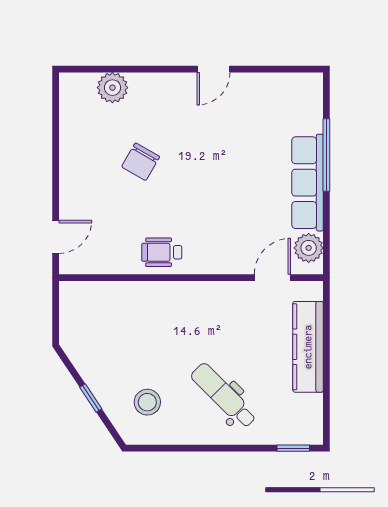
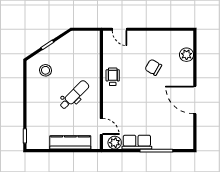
door: (213, 69) -> (195, 100), width x1.87
row of seats: (308, 183) -> (137, 142), width x0.68
dental chair: (224, 396) -> (74, 95), moved

